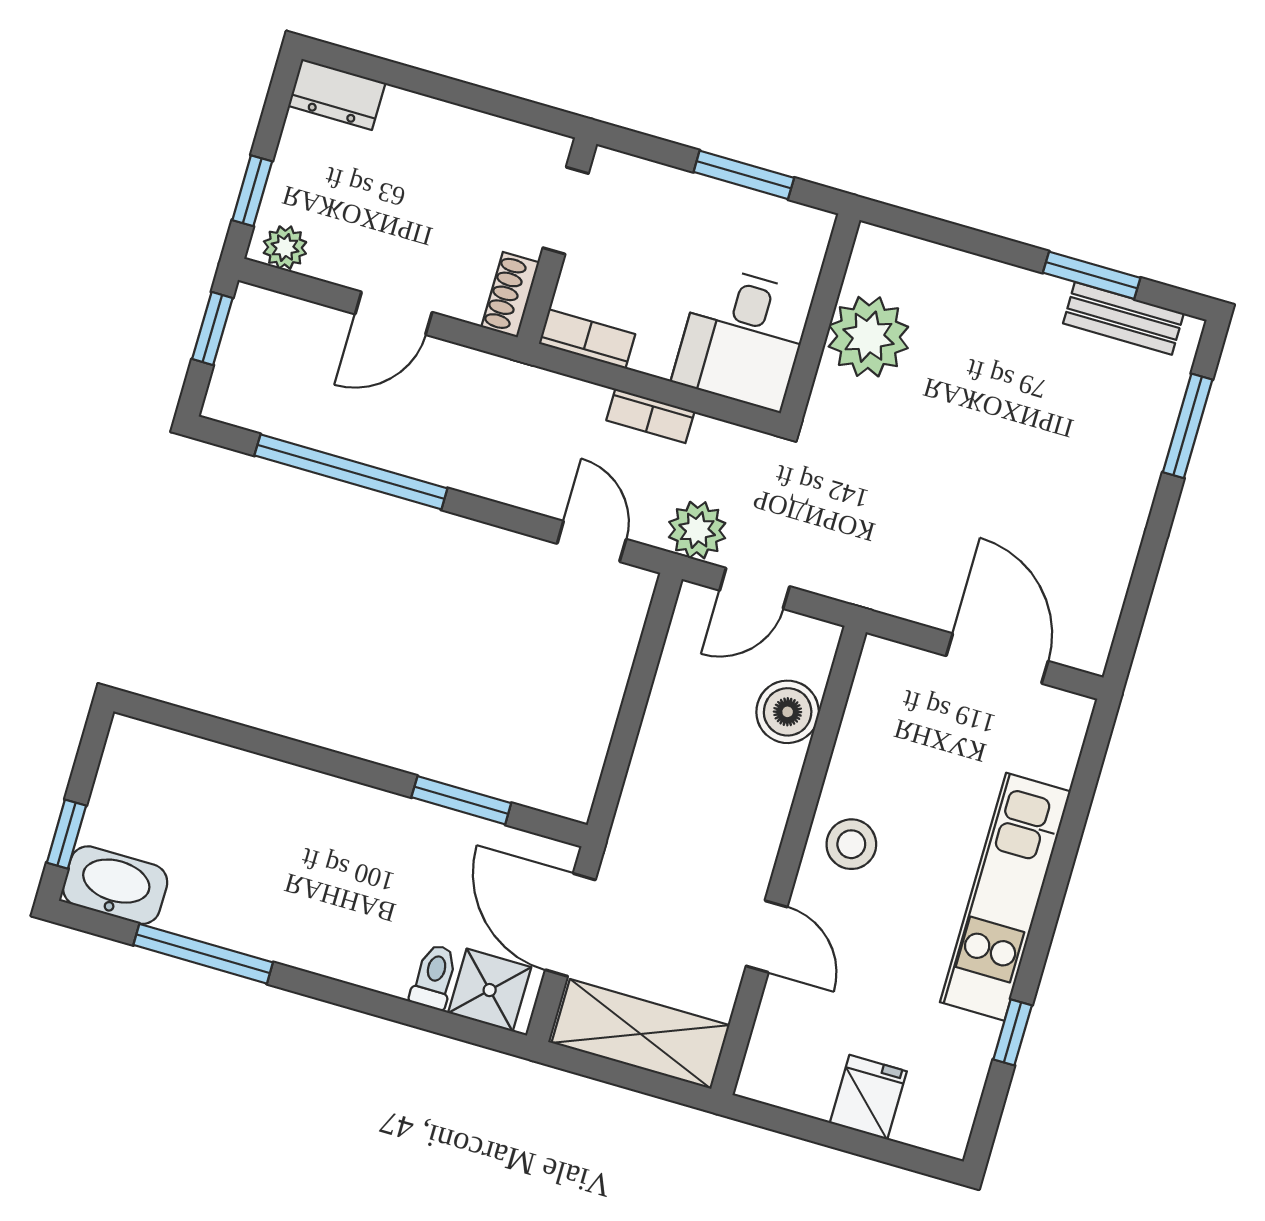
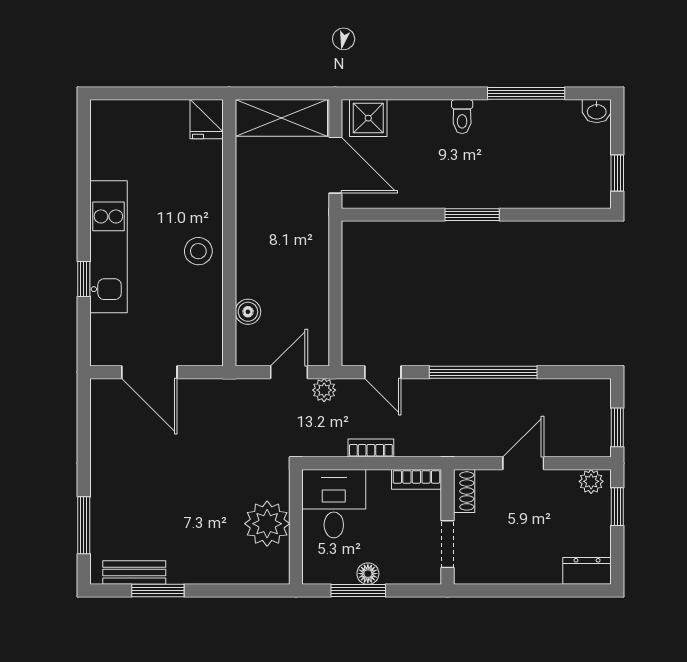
floor lamp: (719, 199) -> (368, 574), added
window: (351, 472) -> (483, 372), moved
plant: (697, 530) -> (324, 390), width x0.73, depth x0.73
boiler: (788, 712) -> (248, 312), width x0.73, depth x0.73
window: (461, 800) -> (472, 215), moved
window: (66, 834) -> (617, 173), moved
washbasin: (115, 885) -> (597, 111), width x0.52, depth x0.69
door: (767, 937) -> (229, 189), removed
toilet: (434, 977) -> (462, 117), moved
window: (1013, 1032) -> (84, 279), moved
fridge: (868, 1097) -> (207, 119), moved

